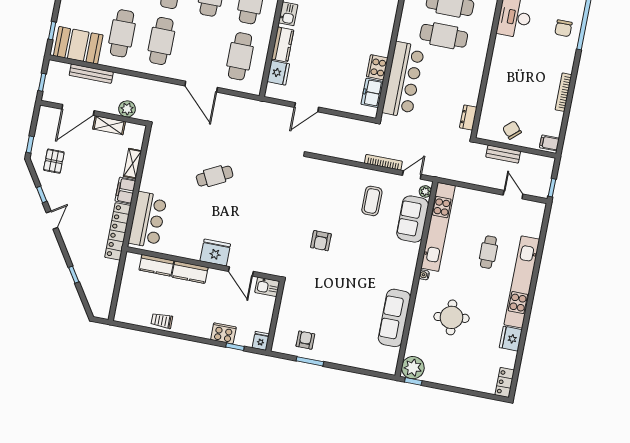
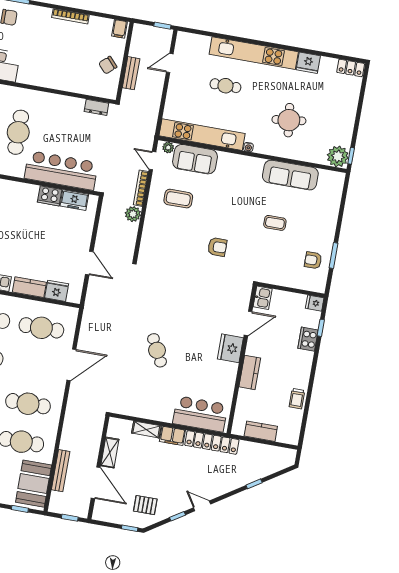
plant: (127, 109) -> (133, 214), moved
kitchen counter: (156, 265) -> (261, 431), moved, turned -90
coffee table: (345, 301) -> (275, 223), added

